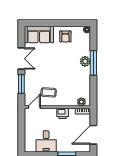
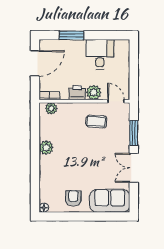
plant: (85, 61) -> (46, 148), moved
window: (93, 63) -> (35, 162), removed
door: (34, 107) -> (116, 101), swing flipped
plant: (51, 114) -> (94, 92), added

